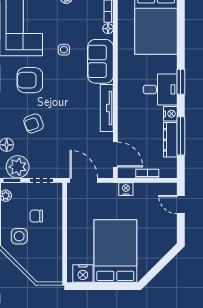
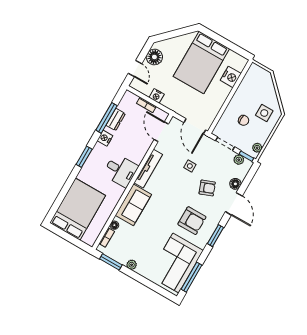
side table: (64, 50) -> (190, 166), moved
desk: (160, 89) -> (121, 170), moved, turned 180
dresser: (170, 140) -> (116, 119), width x0.70
plant: (18, 167) -> (239, 160), width x0.53, depth x0.53
nightstand: (126, 189) -> (157, 96), moved
floor lamp: (168, 228) -> (154, 57), added
nightstand: (83, 274) -> (231, 77), moved, turned 90

